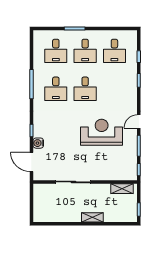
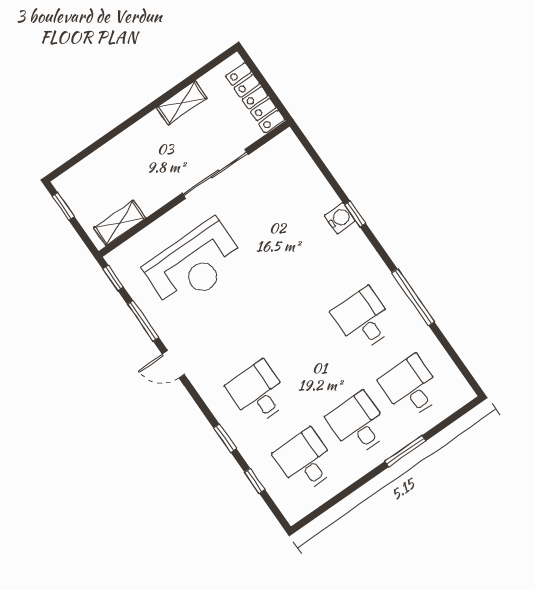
desk: (85, 89) -> (258, 393), moved
door: (139, 122) -> (173, 364), swing flipped
reception desk: (102, 132) -> (194, 264), moved
water cooler: (38, 143) -> (340, 218), moved
door: (31, 162) -> (316, 157), removed
locker: (39, 200) -> (255, 98), added
shelving: (92, 217) -> (182, 103), moved

